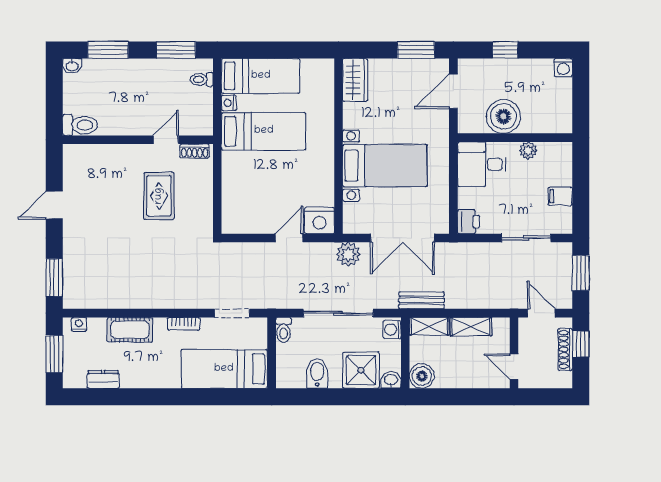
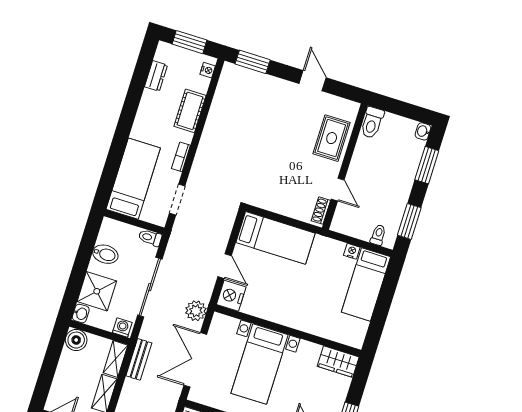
bed: (264, 131) -> (275, 238), moved, turned -90
rug: (159, 196) -> (332, 138), moved, turned 90

